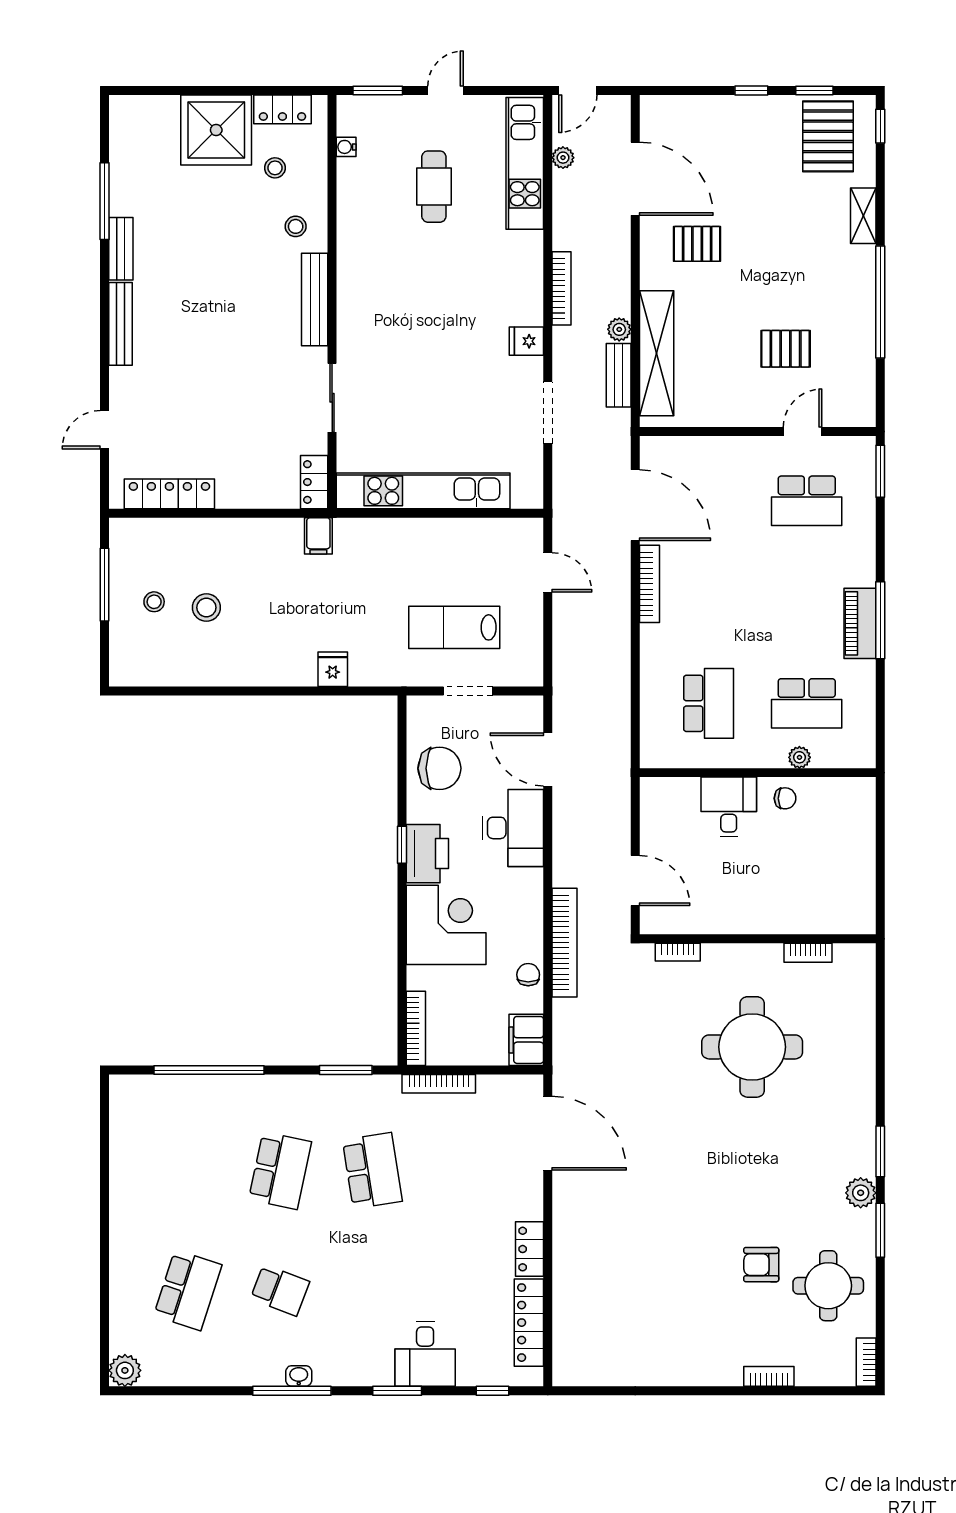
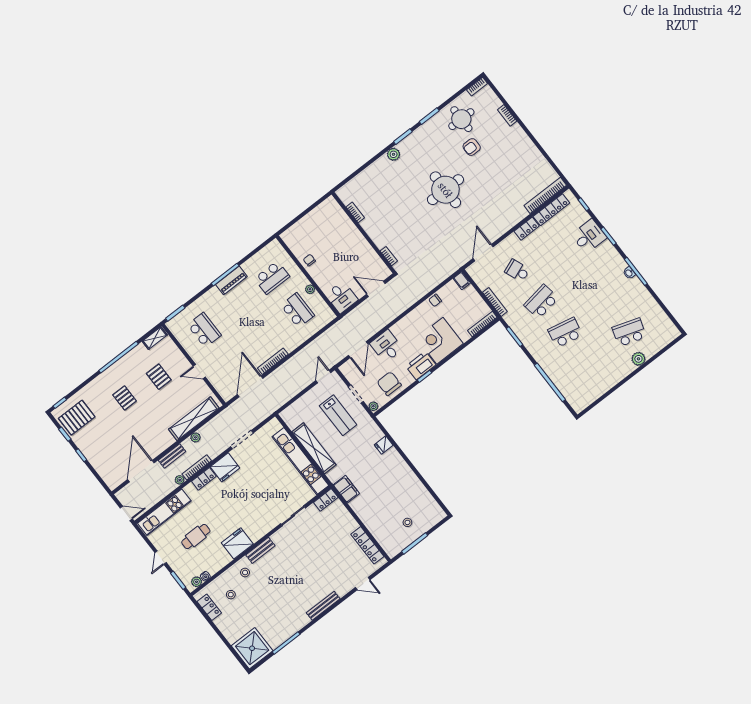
door: (445, 90) -> (161, 558), hinge flipped
plant: (349, 123) -> (197, 582), added
shower: (216, 130) -> (252, 648), moved
plant: (563, 158) -> (180, 480), moved
shelving: (863, 216) -> (155, 338), moved
pallet: (697, 244) -> (125, 398), moved
bench: (121, 249) -> (298, 625), removed
fridge: (361, 254) -> (237, 543), added
locker: (530, 285) -> (204, 479), added
bench: (315, 300) -> (260, 550), width x0.73
fridge: (526, 341) -> (225, 467), width x1.88, depth x1.34
bench: (619, 375) -> (172, 456), moved
door: (803, 432) -> (199, 372), moved
shelving: (428, 535) -> (314, 448), added
filing cabinet: (318, 536) -> (346, 489), width x2.00
door: (548, 572) -> (323, 377), moved
stool: (206, 608) -> (396, 503), removed
school desk: (709, 703) -> (297, 310), turned 90
school desk: (807, 703) -> (272, 278), turned 90
plant: (420, 706) -> (373, 406), added
plant: (799, 757) -> (310, 289), moved
desk: (729, 807) -> (342, 297), moved, turned -90
desk: (513, 828) -> (386, 346), width x0.73
door: (635, 880) -> (376, 289), hinge flipped
bookcase: (565, 943) -> (545, 195), moved
filing cabinet: (526, 1040) -> (462, 281), width x0.50
round table: (752, 1047) -> (445, 190), moved
door: (548, 1133) -> (483, 253), width x0.73
plant: (861, 1193) -> (394, 154), moved
armchair: (761, 1265) -> (472, 147), turned 90
school desk: (280, 1290) -> (517, 271), moved, turned -42
plant: (125, 1370) -> (638, 359), moved

